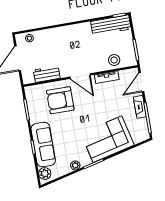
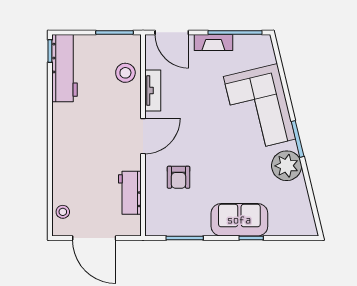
armchair: (60, 100) -> (179, 177), width x0.53, depth x0.53
sofa: (43, 145) -> (239, 220), width x0.73
plant: (75, 165) -> (287, 166), width x1.88, depth x1.88
plant: (45, 174) -> (300, 226), removed

